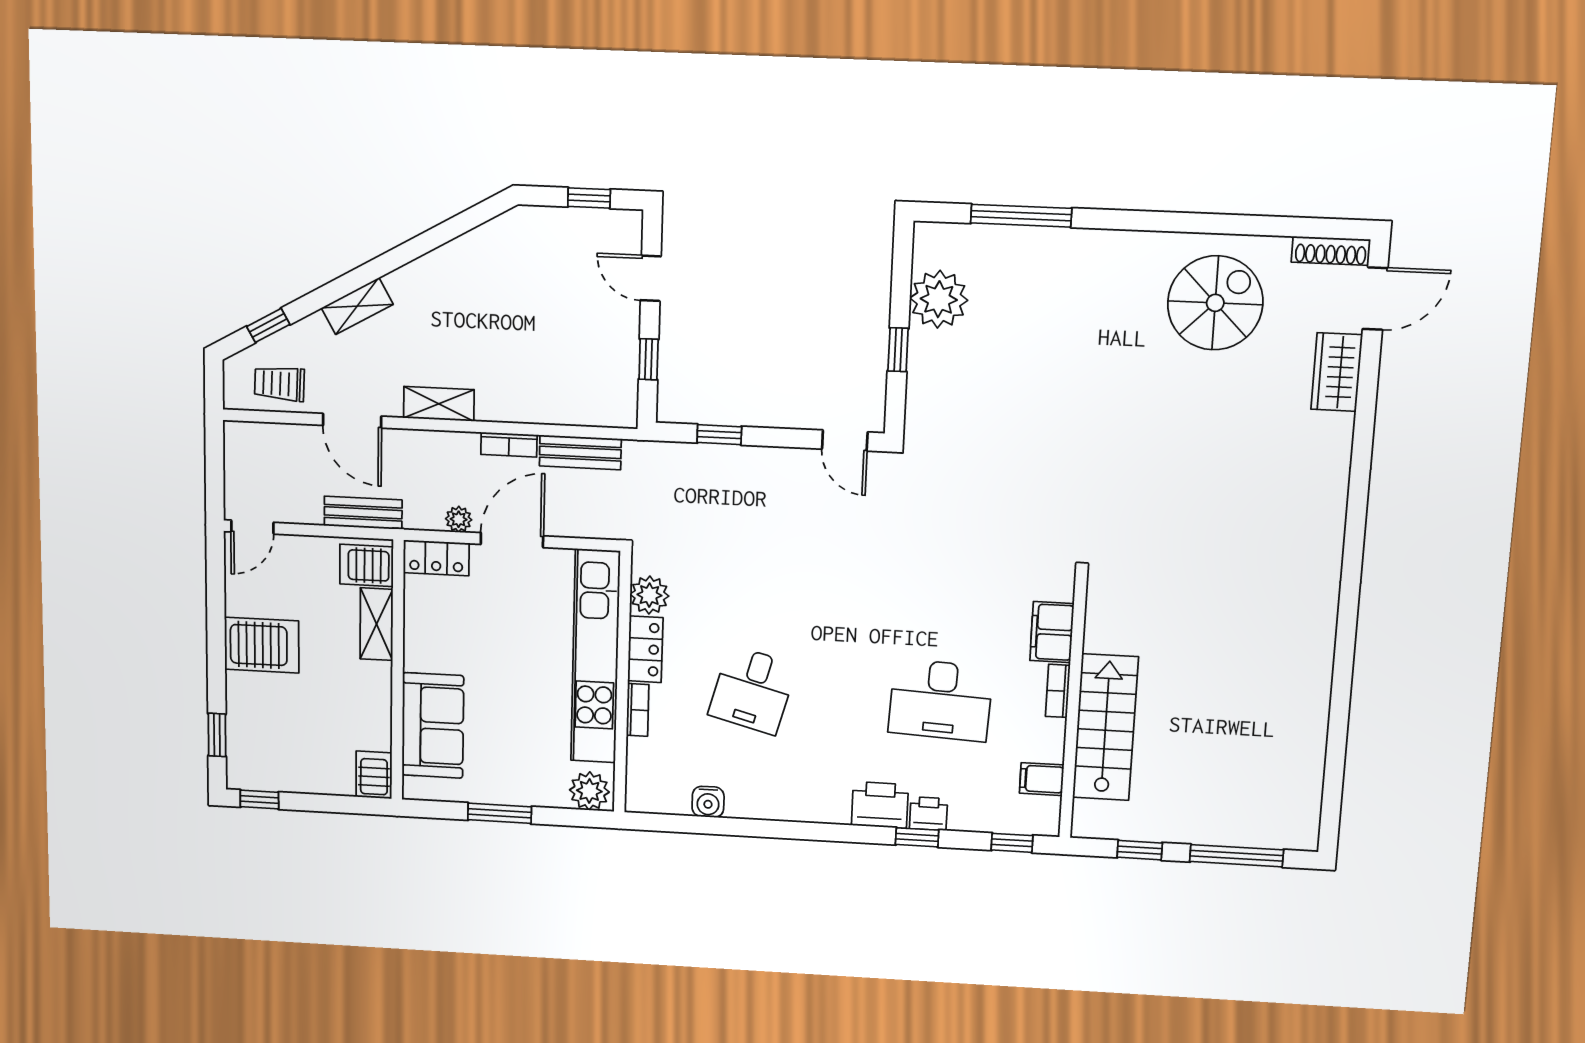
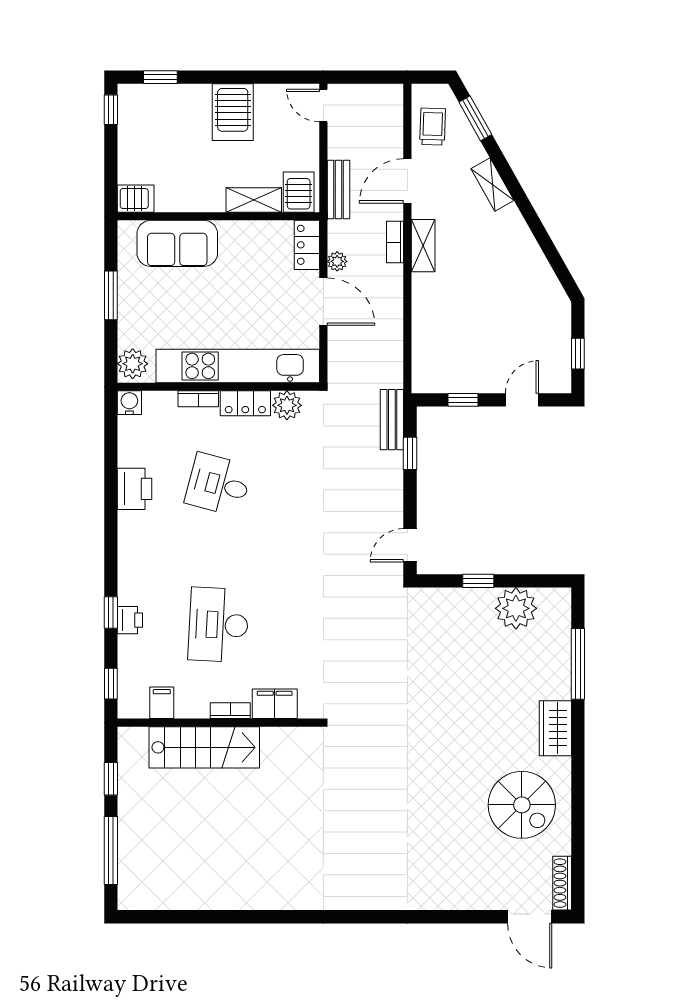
window: (268, 325) -> (475, 118), width x1.50
wardrobe: (1337, 372) -> (555, 728), moved, turned -90
bookcase: (509, 445) -> (395, 242), moved
bench: (580, 452) -> (392, 420), moved
water cooler: (708, 802) -> (129, 403), moved, turned 90
printer: (880, 805) -> (135, 489), moved

